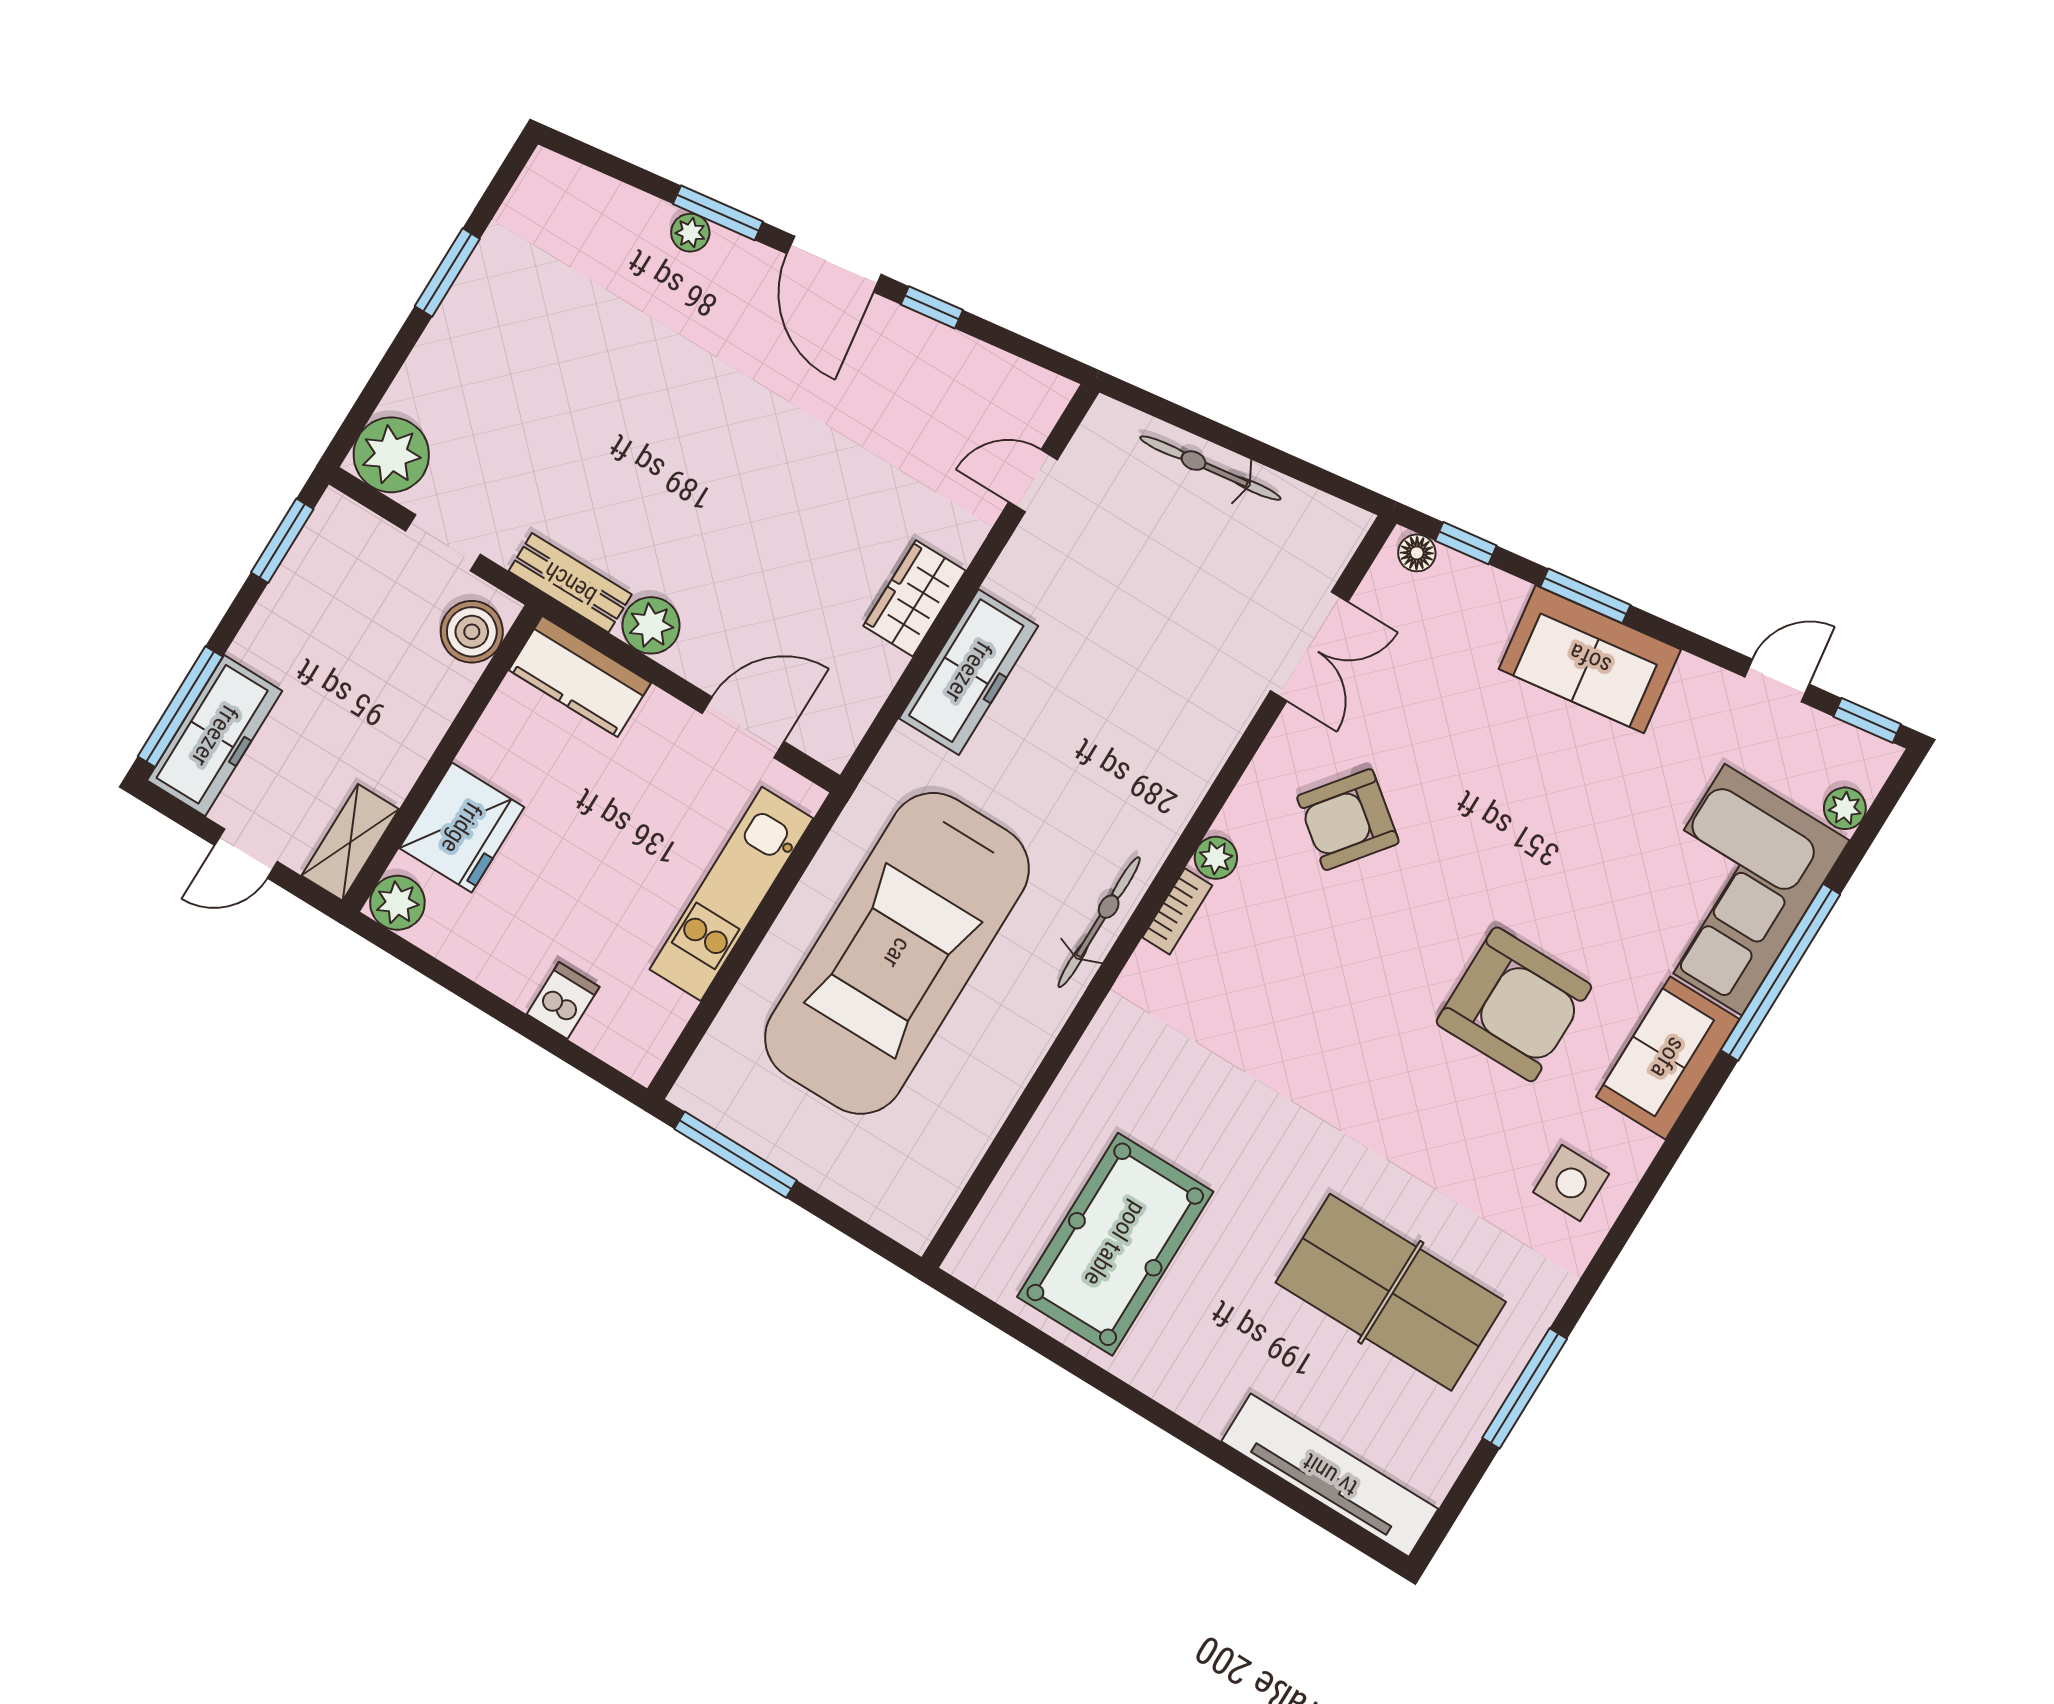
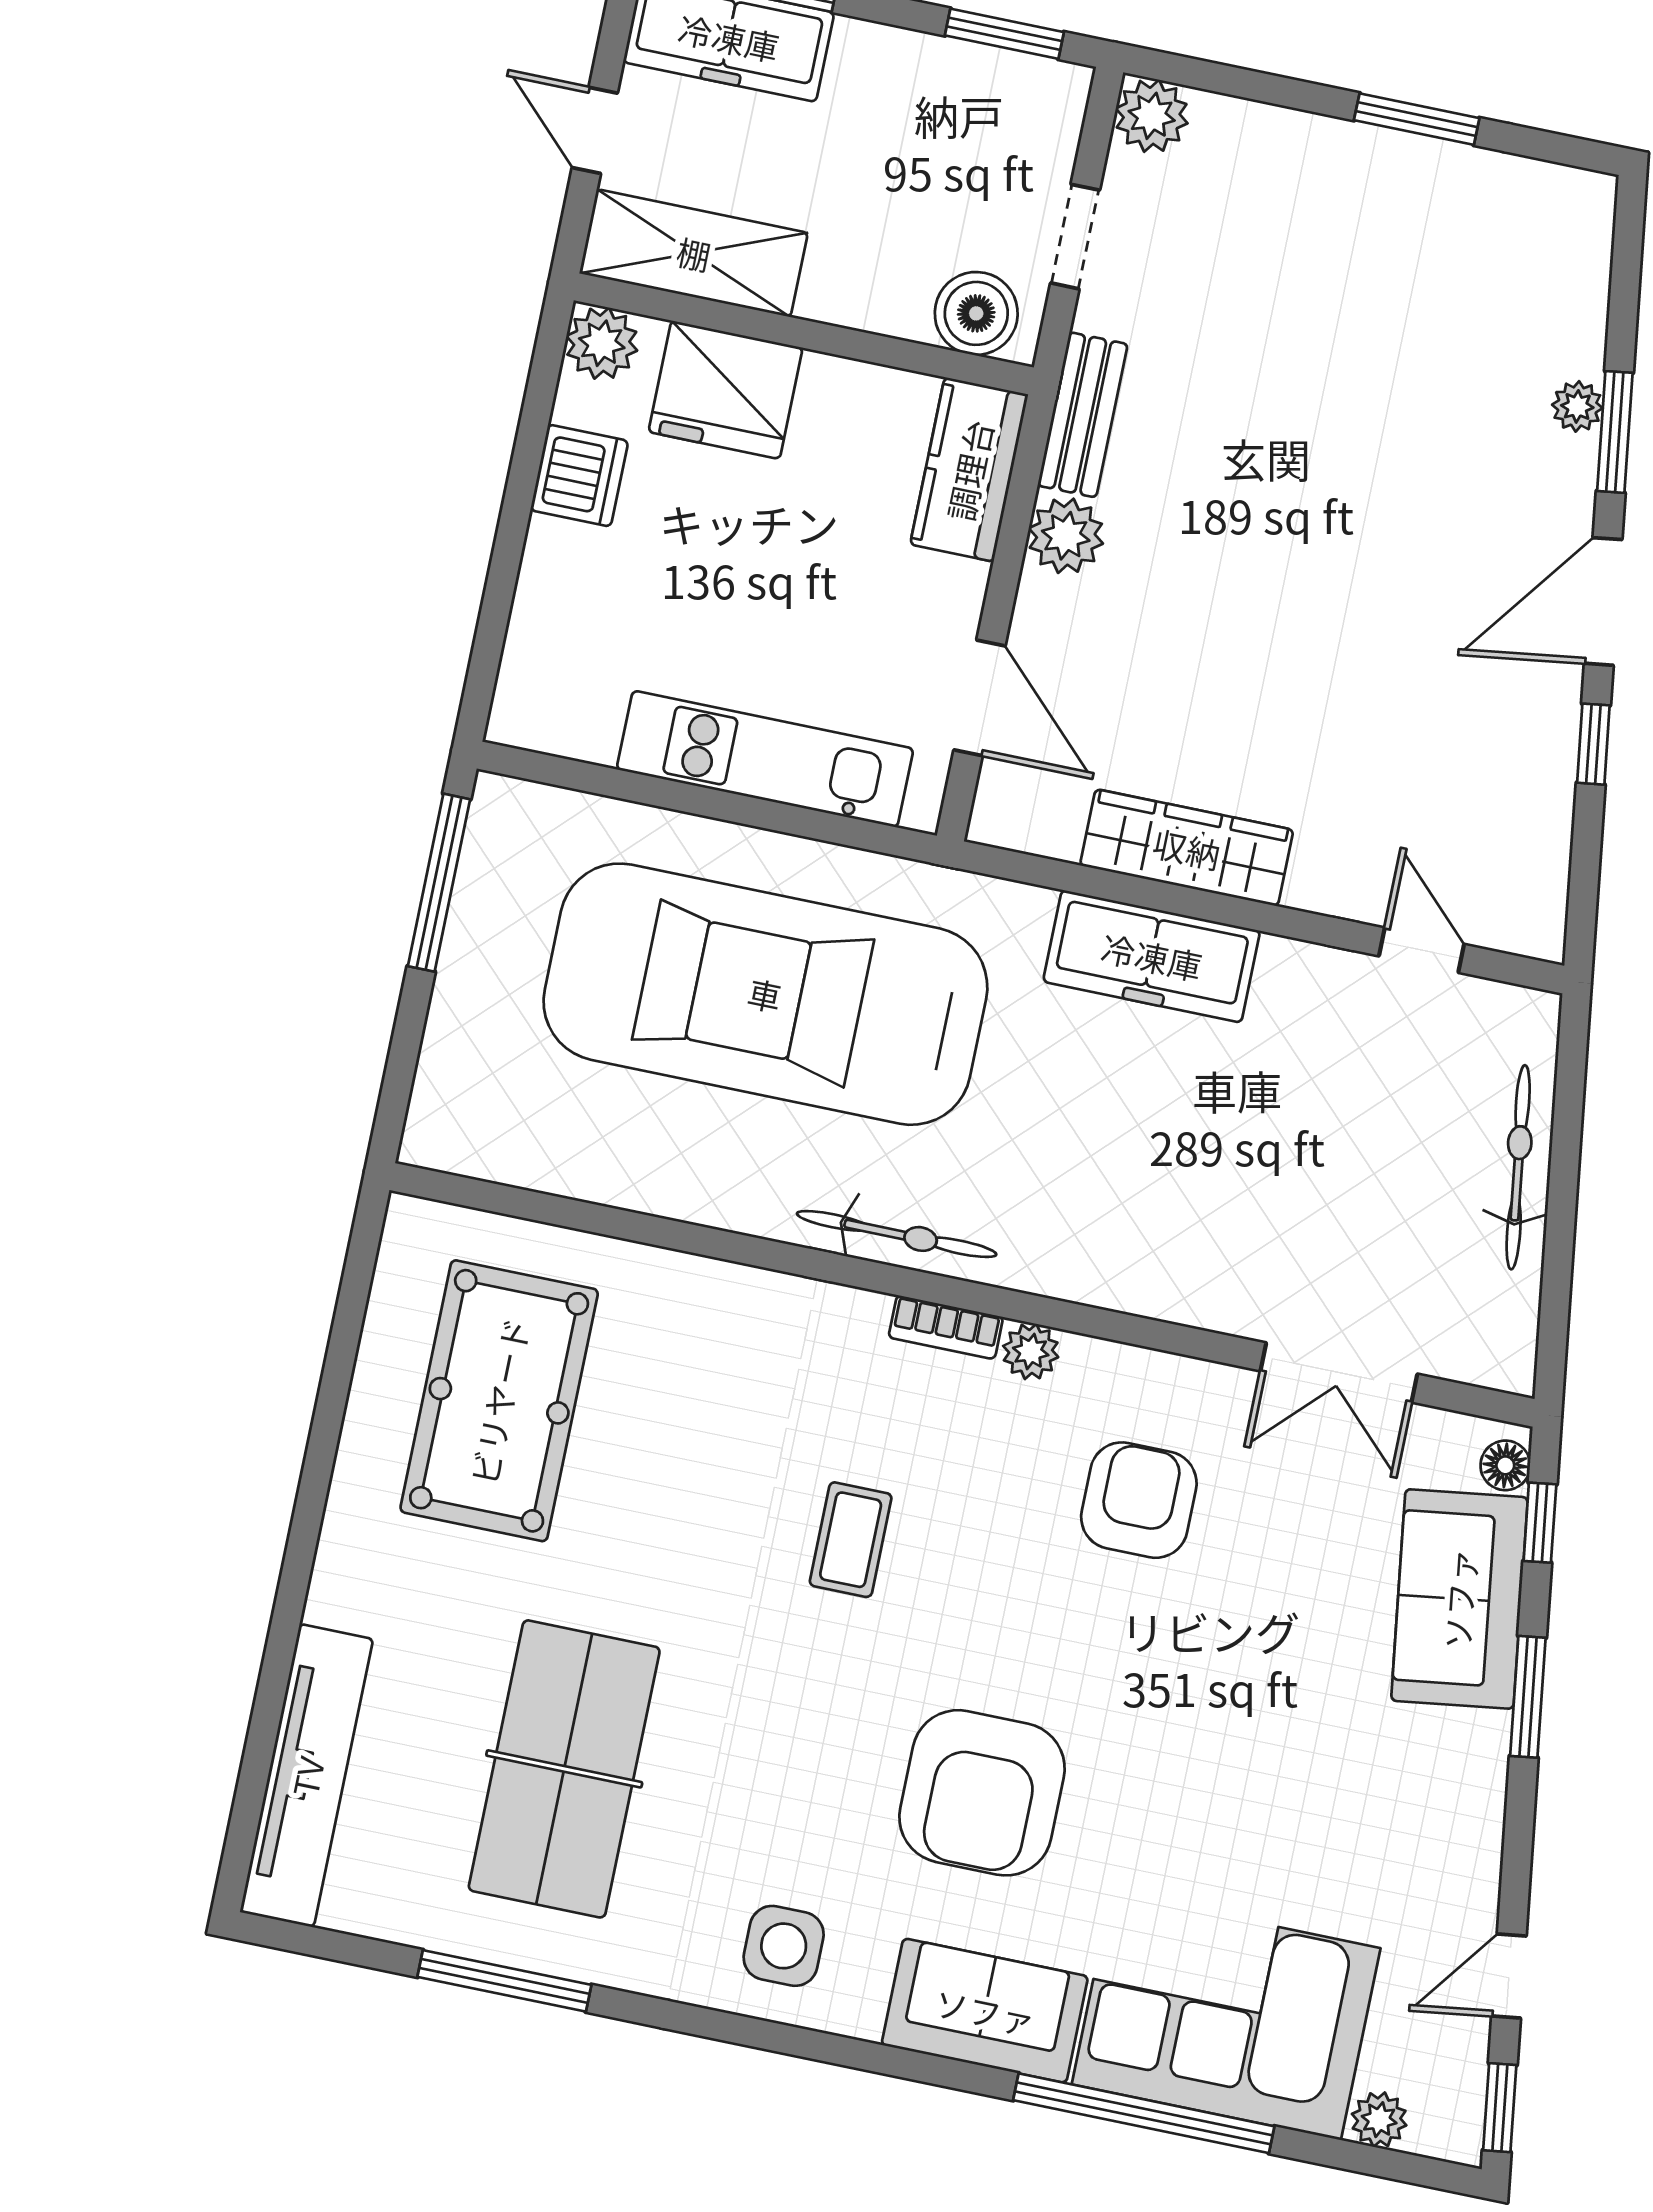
plant: (391, 455) -> (1152, 116), width x0.73, depth x0.73
wardrobe: (914, 598) -> (1187, 848), width x1.50
sofa: (1590, 659) -> (1459, 1599), moved
door: (1777, 680) -> (1509, 1976), swing flipped
armchair: (1348, 820) -> (1139, 1500), turned 52
shelving: (350, 842) -> (694, 253), width x1.50, depth x1.33
dishwasher: (563, 1001) -> (579, 476), moved, width x1.38
coffee table: (1302, 1032) -> (851, 1540), added
pool table: (1115, 1244) -> (499, 1401), turned 90

